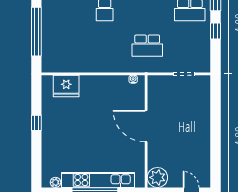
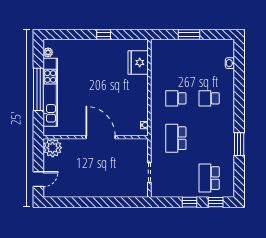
window: (36, 32) -> (189, 34), width x0.47
school desk: (105, 46) -> (176, 98), added
door: (146, 126) -> (101, 137), hinge flipped

